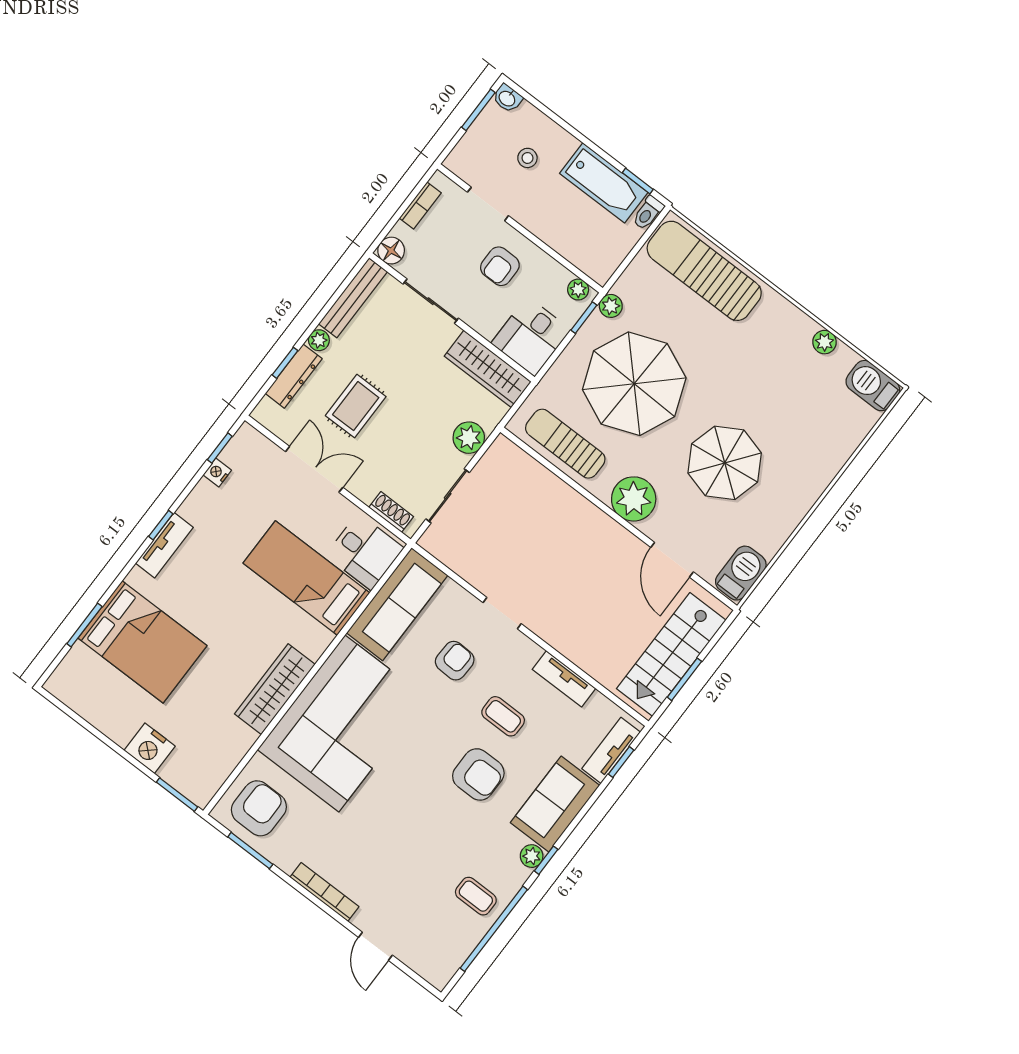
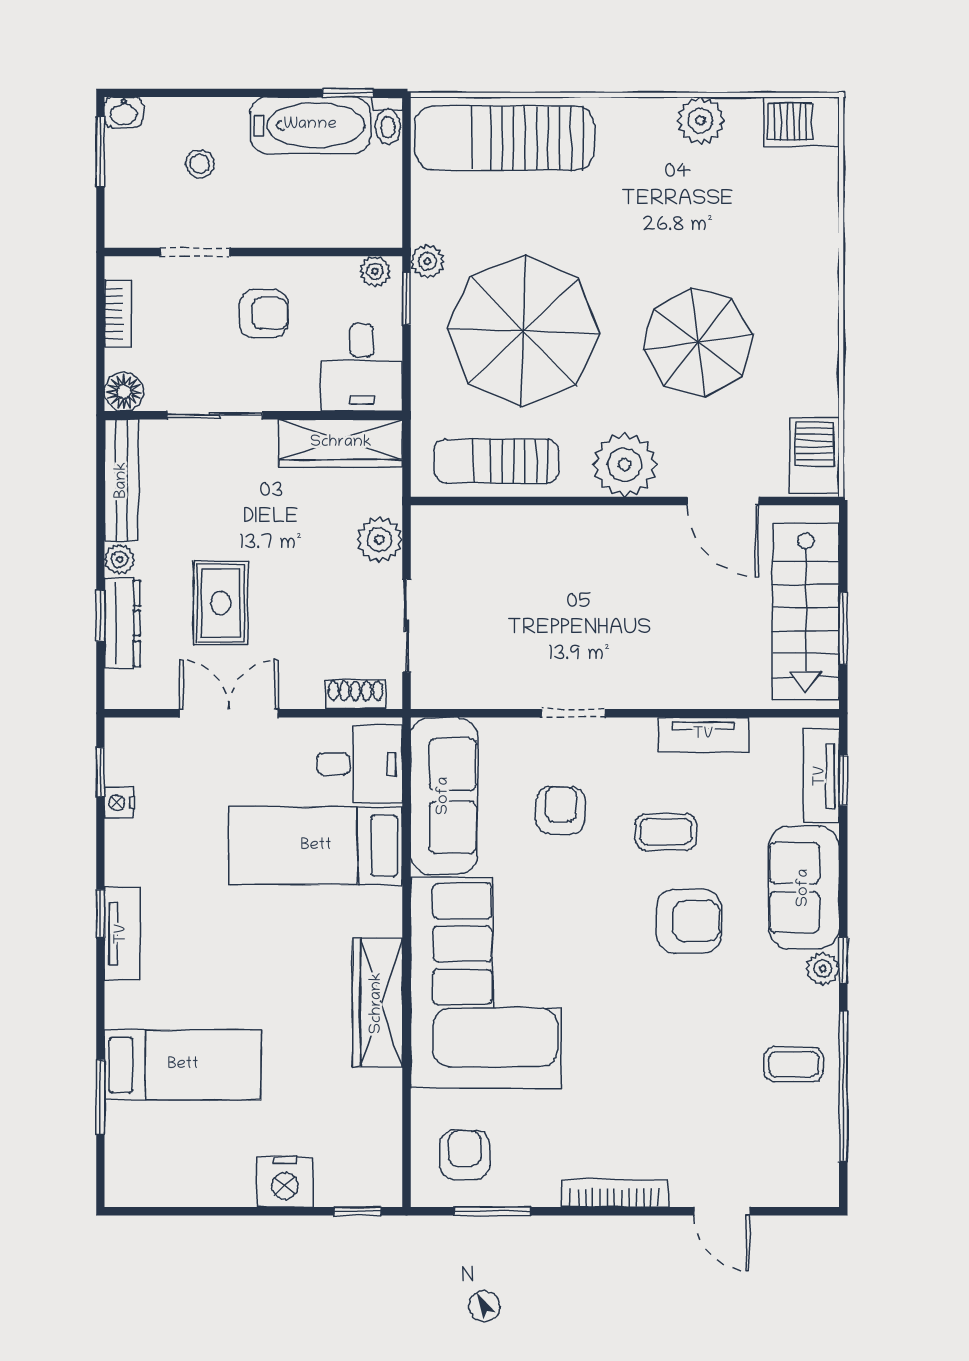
armchair: (500, 266) -> (264, 314), turned -90
plant: (825, 342) -> (700, 120), width x1.38, depth x1.38
bed: (143, 642) -> (183, 1065), width x0.67
window: (177, 795) -> (358, 1211), width x0.67
armchair: (259, 808) -> (465, 1155), width x0.72, depth x0.72

